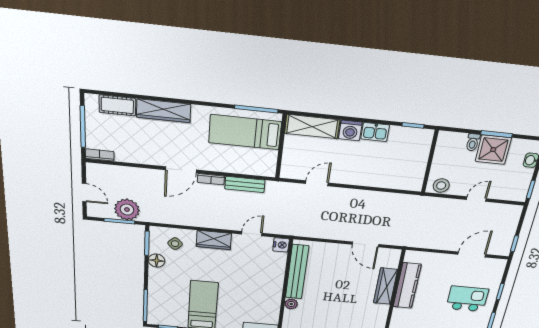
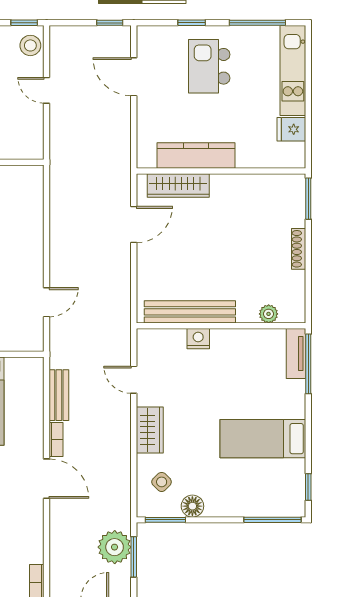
door: (317, 183) -> (47, 302), swing flipped
stool: (441, 186) -> (30, 45), moved
nightstand: (281, 245) -> (198, 339), moved
wardrobe: (385, 286) -> (178, 186), moved
plant: (291, 304) -> (269, 314), moved

